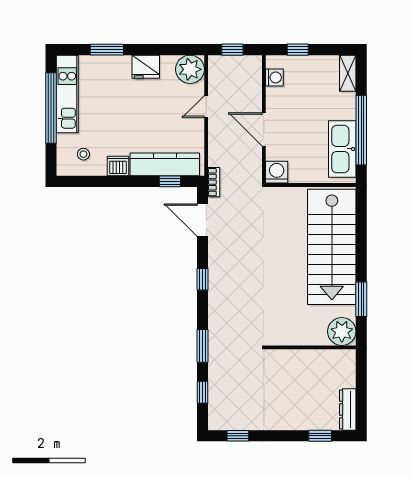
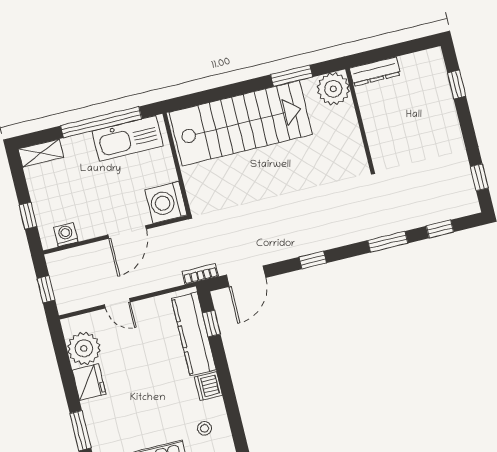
plant: (190, 69) -> (84, 348), moved
washing machine: (277, 172) -> (166, 202), width x1.37, depth x1.37
dresser: (348, 410) -> (375, 72), moved

